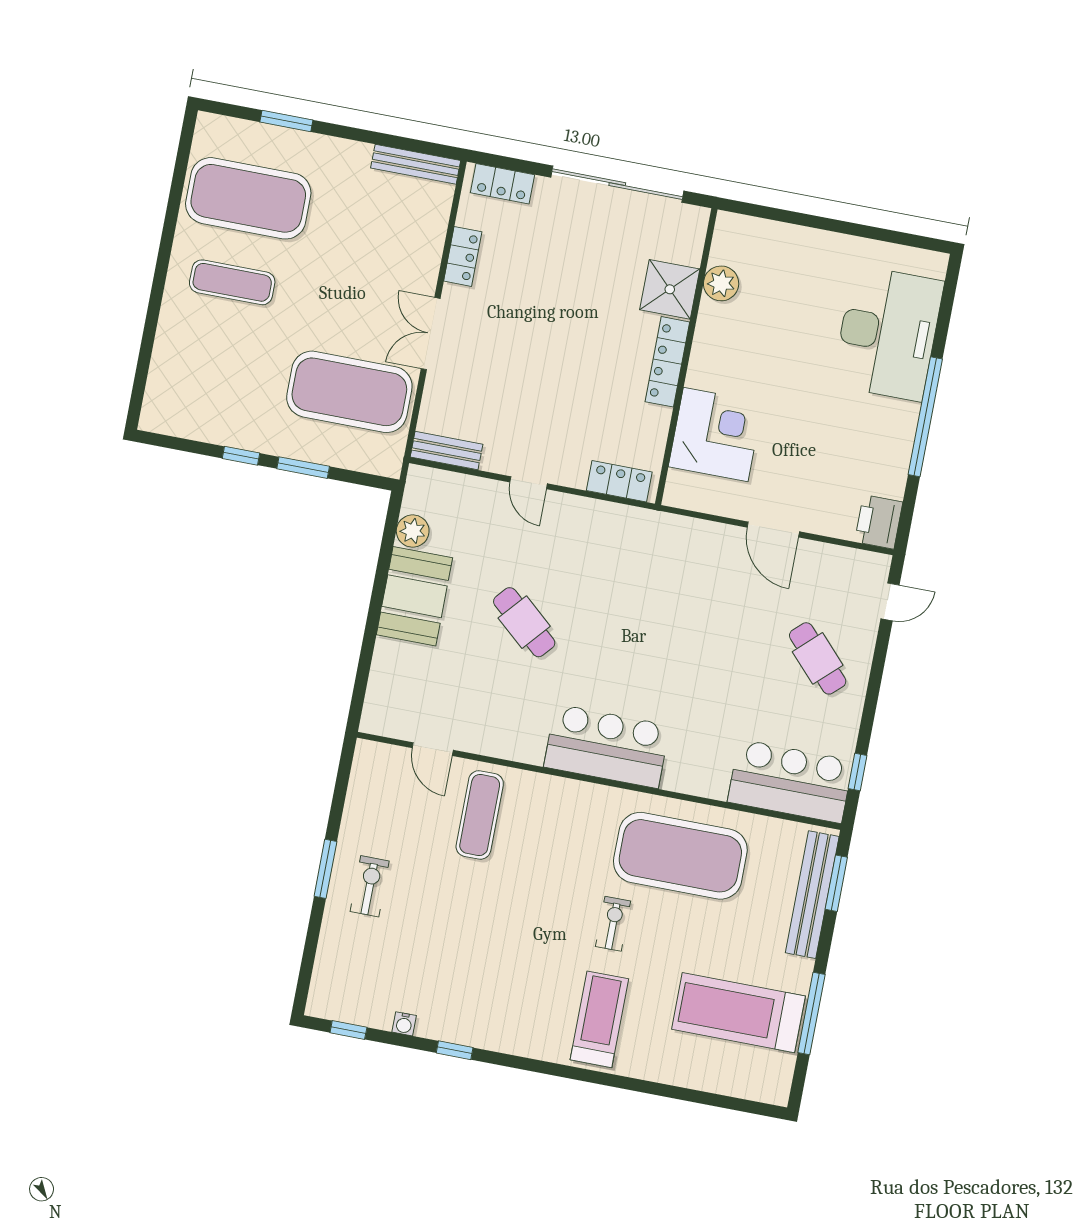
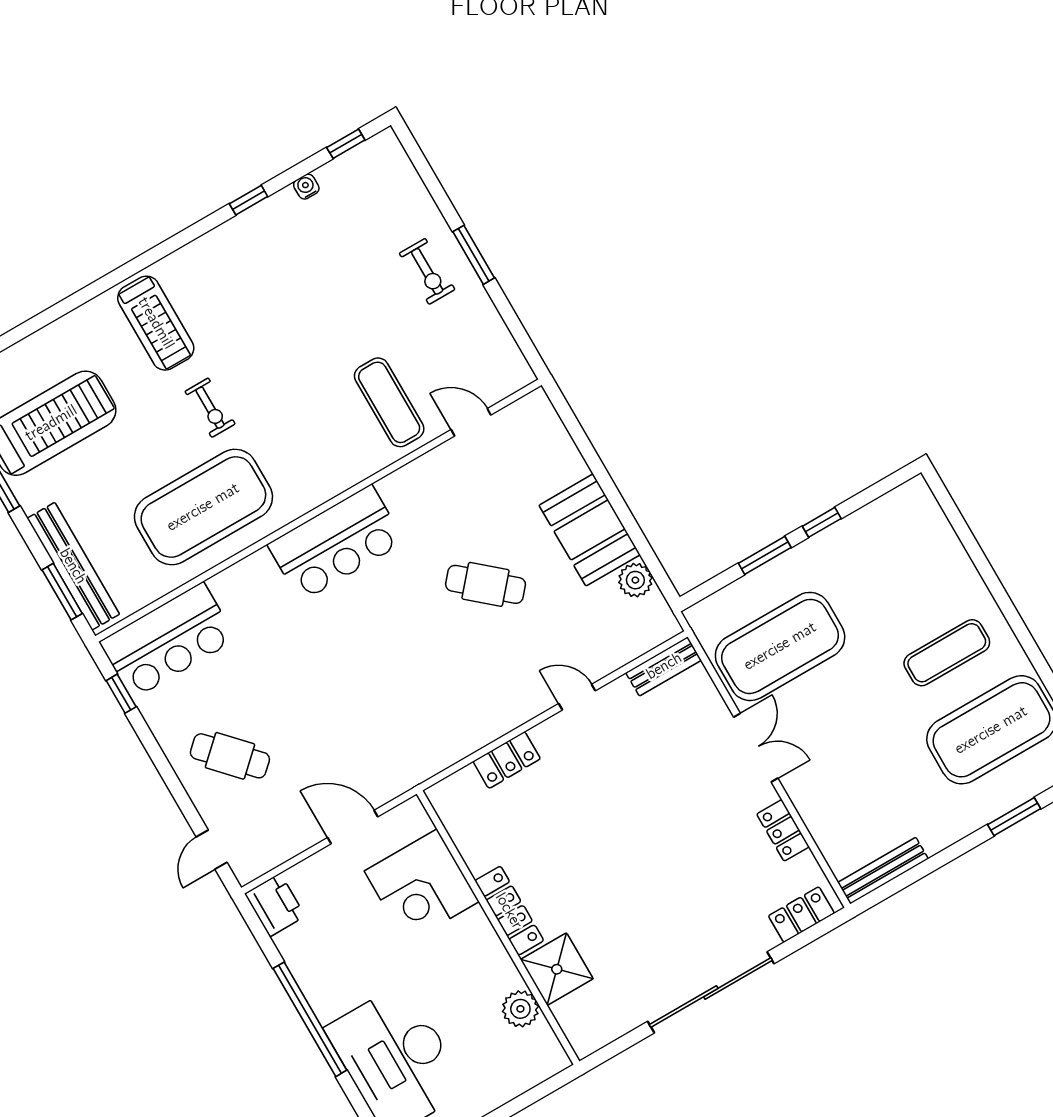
plant: (721, 283) -> (520, 1009), moved
shower: (670, 289) -> (557, 969), moved
wall: (686, 357) -> (498, 928), moved
locker: (667, 362) -> (509, 911), moved
corner desk: (716, 435) -> (422, 886), moved

